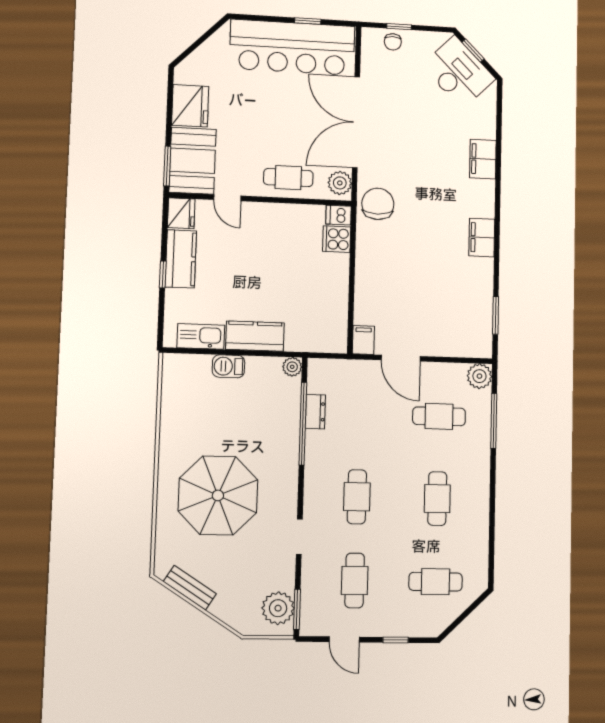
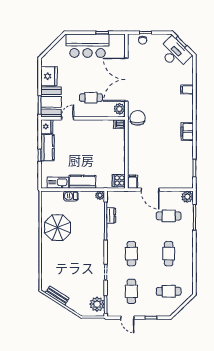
bar counter: (292, 47) -> (87, 46), width x0.73
filing cabinet: (483, 159) -> (187, 89), width x0.50
cafe table: (288, 178) -> (91, 98), moved
door: (227, 198) -> (68, 118), swing flipped
cooker: (337, 239) -> (119, 180), moved
parasol: (218, 495) -> (57, 228), moved, width x0.73, depth x0.73

